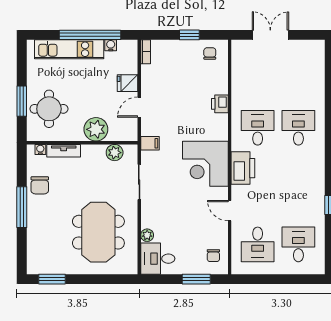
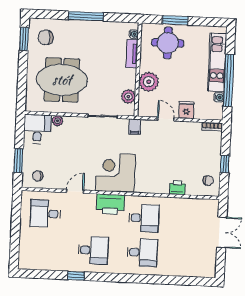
printer: (220, 104) -> (177, 188), moved
chair: (40, 185) -> (46, 37), moved
desk: (298, 244) -> (93, 250), moved

